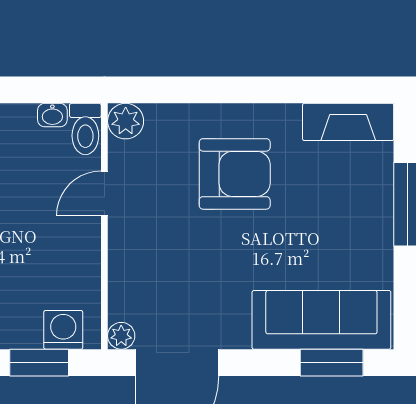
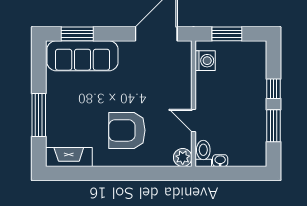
door: (104, 193) -> (194, 120), swing flipped
washing machine: (63, 330) -> (205, 61), moved, turned -90
plant: (121, 336) -> (185, 48), removed

